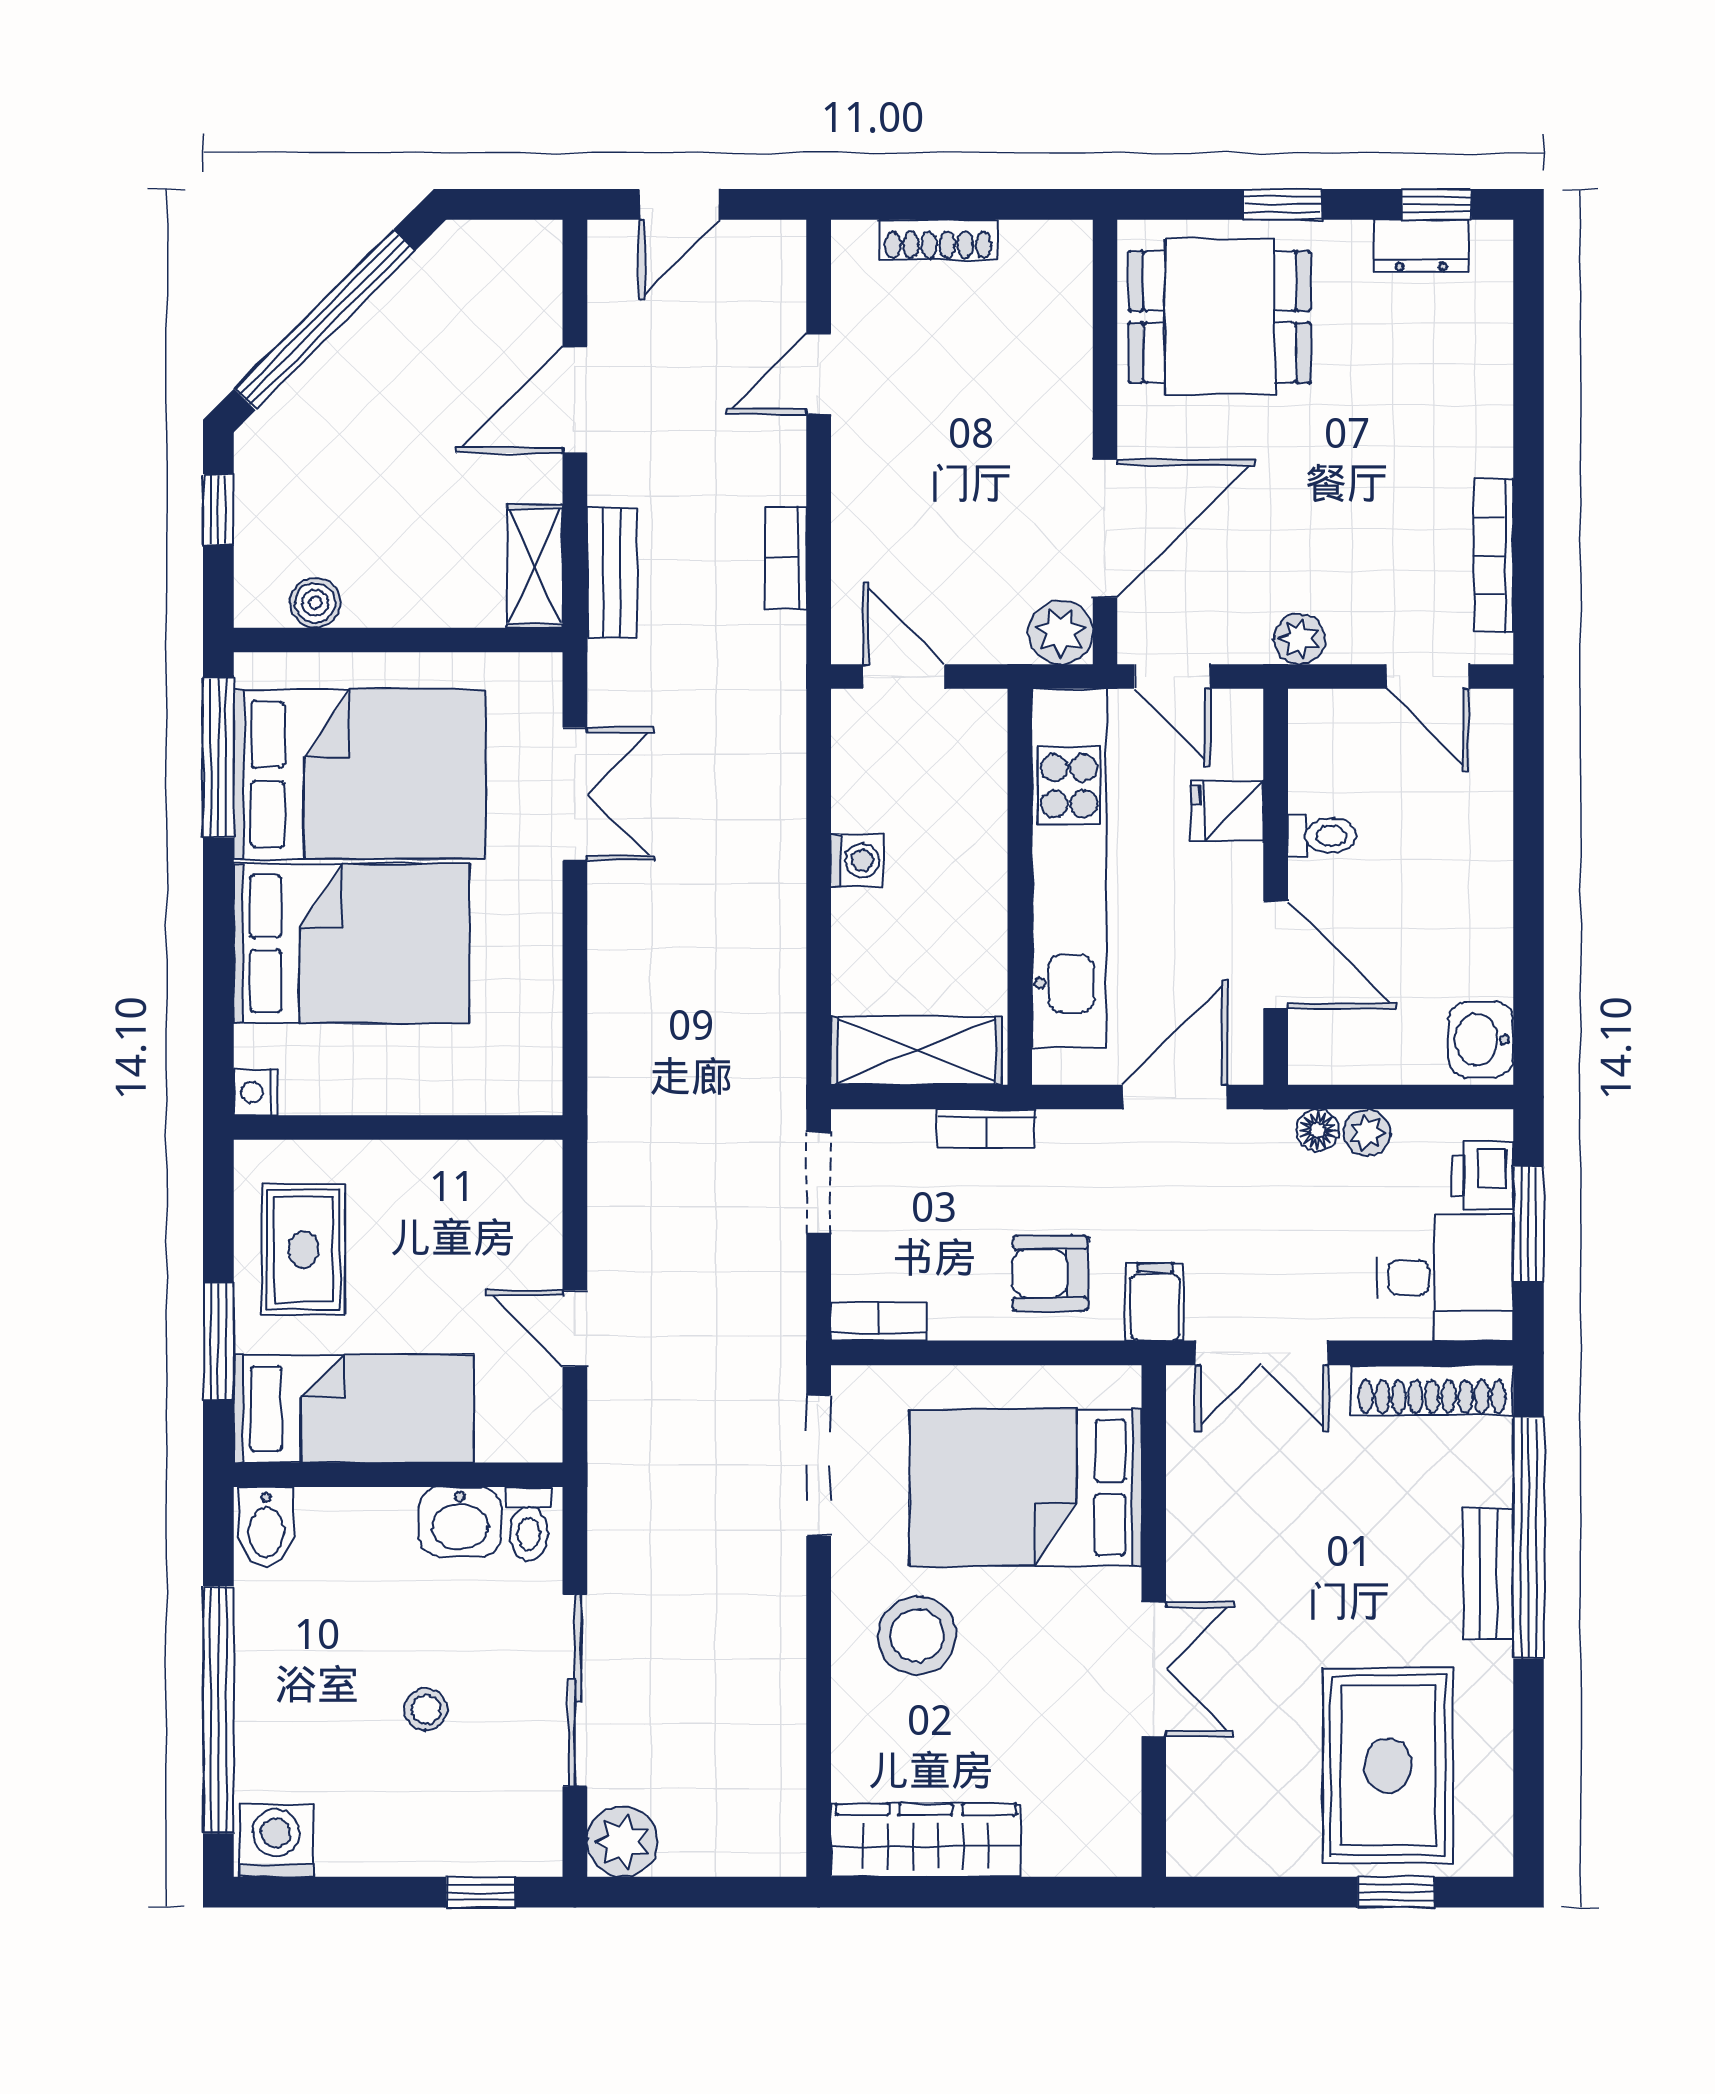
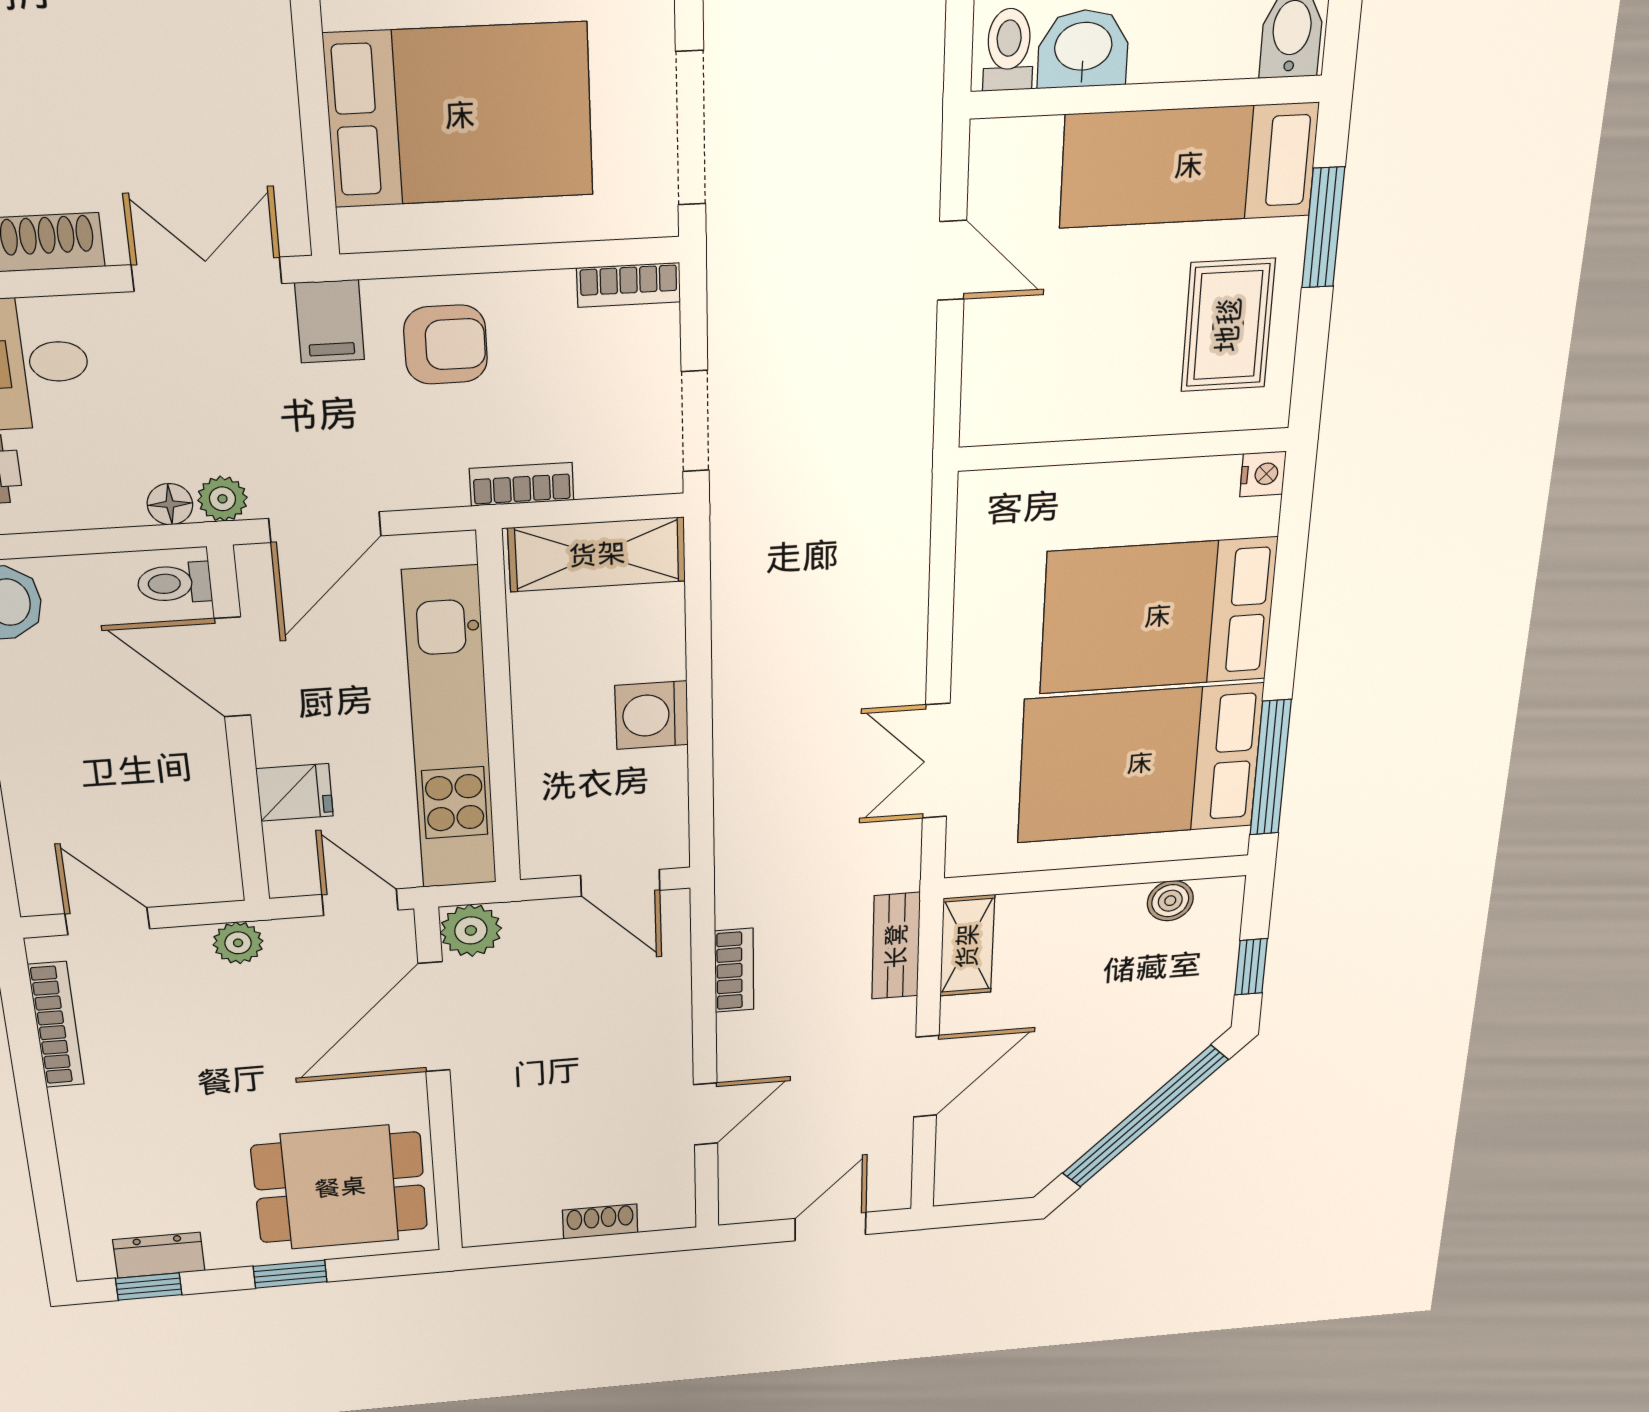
shoe rack: (938, 240) -> (600, 1221), width x0.70
toilet: (1322, 836) -> (174, 583), moved
washing machine: (857, 860) -> (652, 715), width x1.38, depth x1.38
plant: (1367, 1132) -> (222, 499), moved

